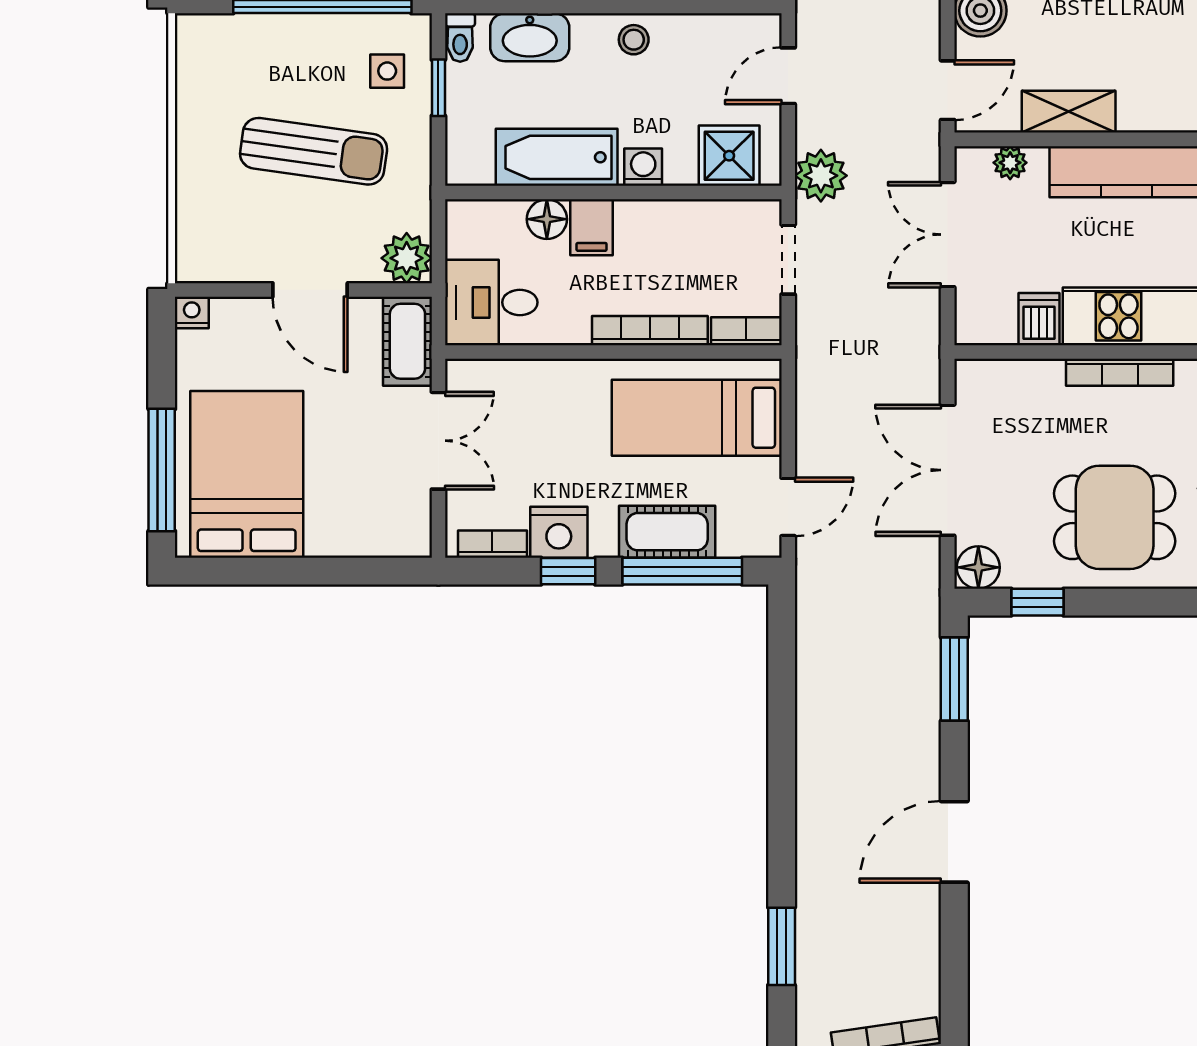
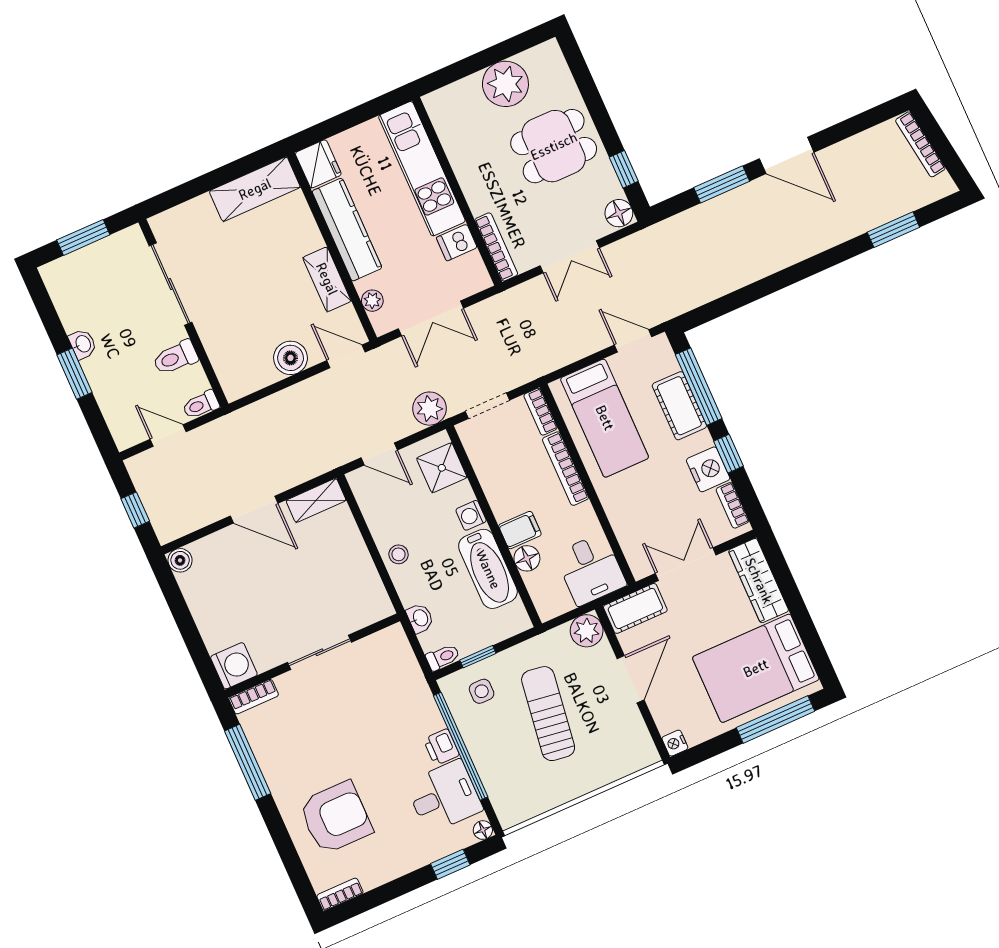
washbasin: (530, 37) -> (420, 618), width x0.52, depth x0.69
bookcase: (1120, 372) -> (496, 247), moved
double door: (948, 470) -> (570, 257), width x0.73
dining table: (1115, 517) -> (554, 146), turned 90
wardrobe: (369, 534) -> (759, 581), added
window: (954, 679) -> (722, 184), moved

